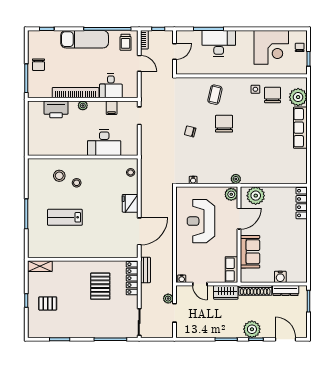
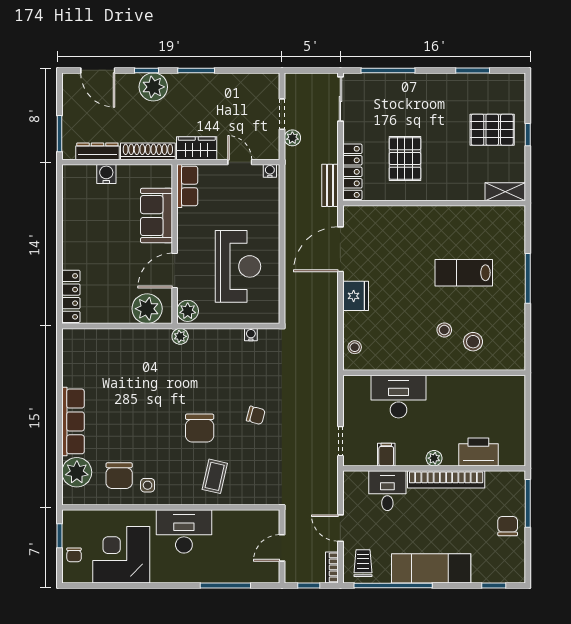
desk: (219, 43) -> (184, 531), moved, turned 180
lab bench: (65, 217) -> (464, 273), turned 180
pallet: (48, 303) -> (492, 130), width x1.50, depth x1.42

